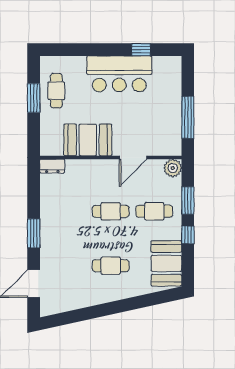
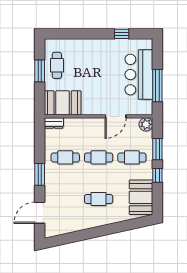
bar counter: (119, 74) -> (139, 75), moved, turned 90
booth: (88, 140) -> (63, 103), moved
cafe table: (67, 211) -> (65, 157), added

